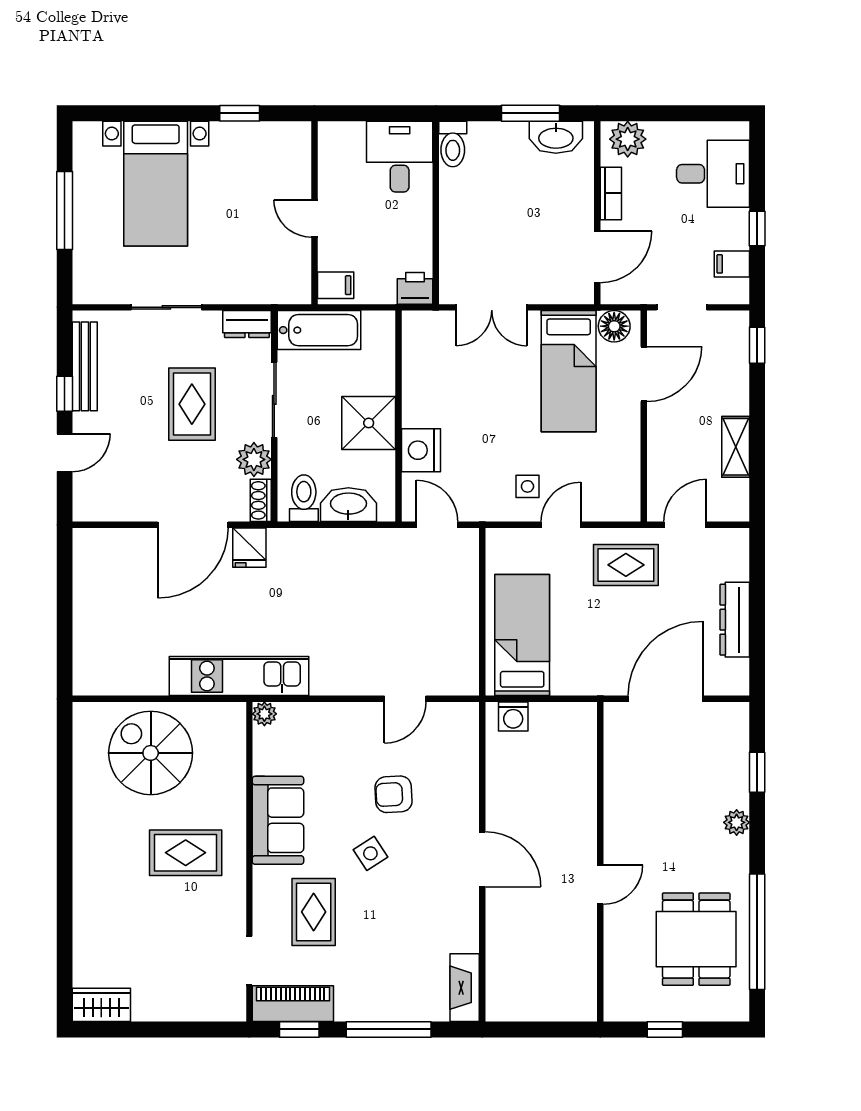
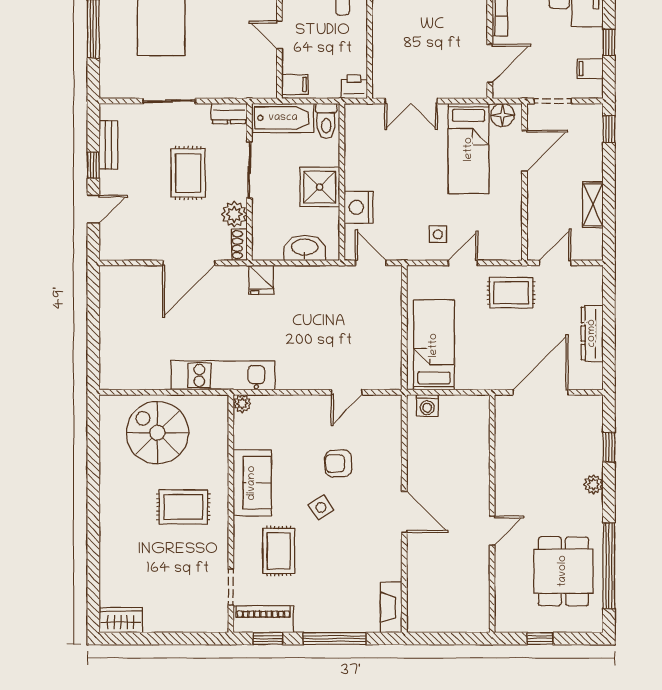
bench: (85, 366) -> (108, 145), width x0.73
toilet: (304, 498) -> (326, 121), moved, turned 180
fridge: (249, 548) -> (261, 280), moved

